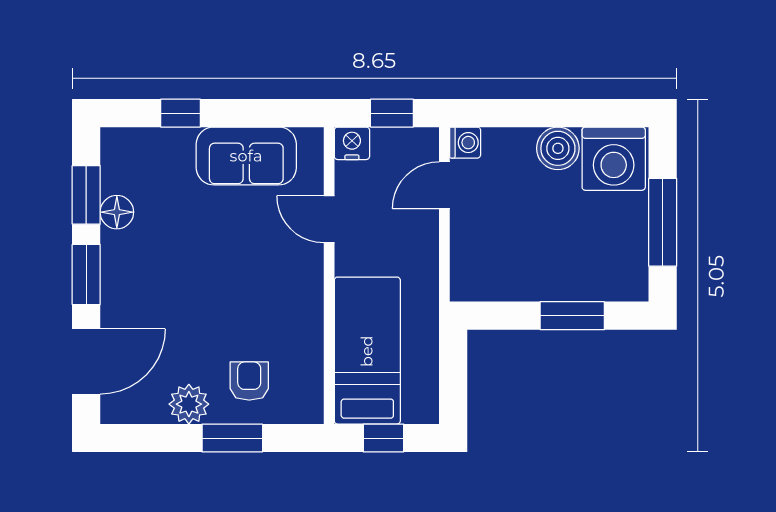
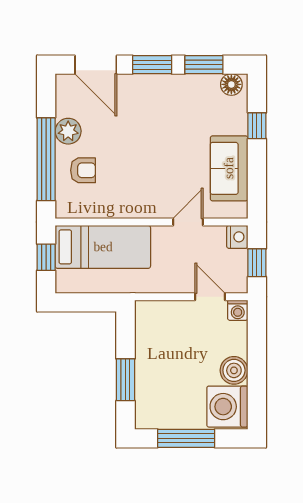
floor lamp: (117, 212) -> (231, 84), moved
window: (232, 438) -> (46, 159), width x2.11

